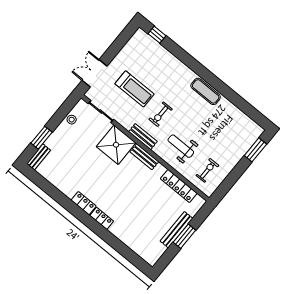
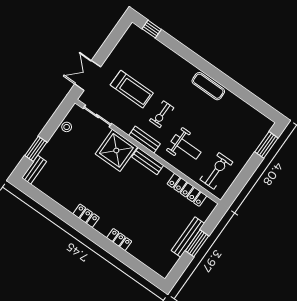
weight bench: (181, 146) -> (186, 147), turned 180
exercise bike: (207, 170) -> (216, 171), width x1.38, depth x1.39
locker: (102, 218) -> (119, 240), moved

